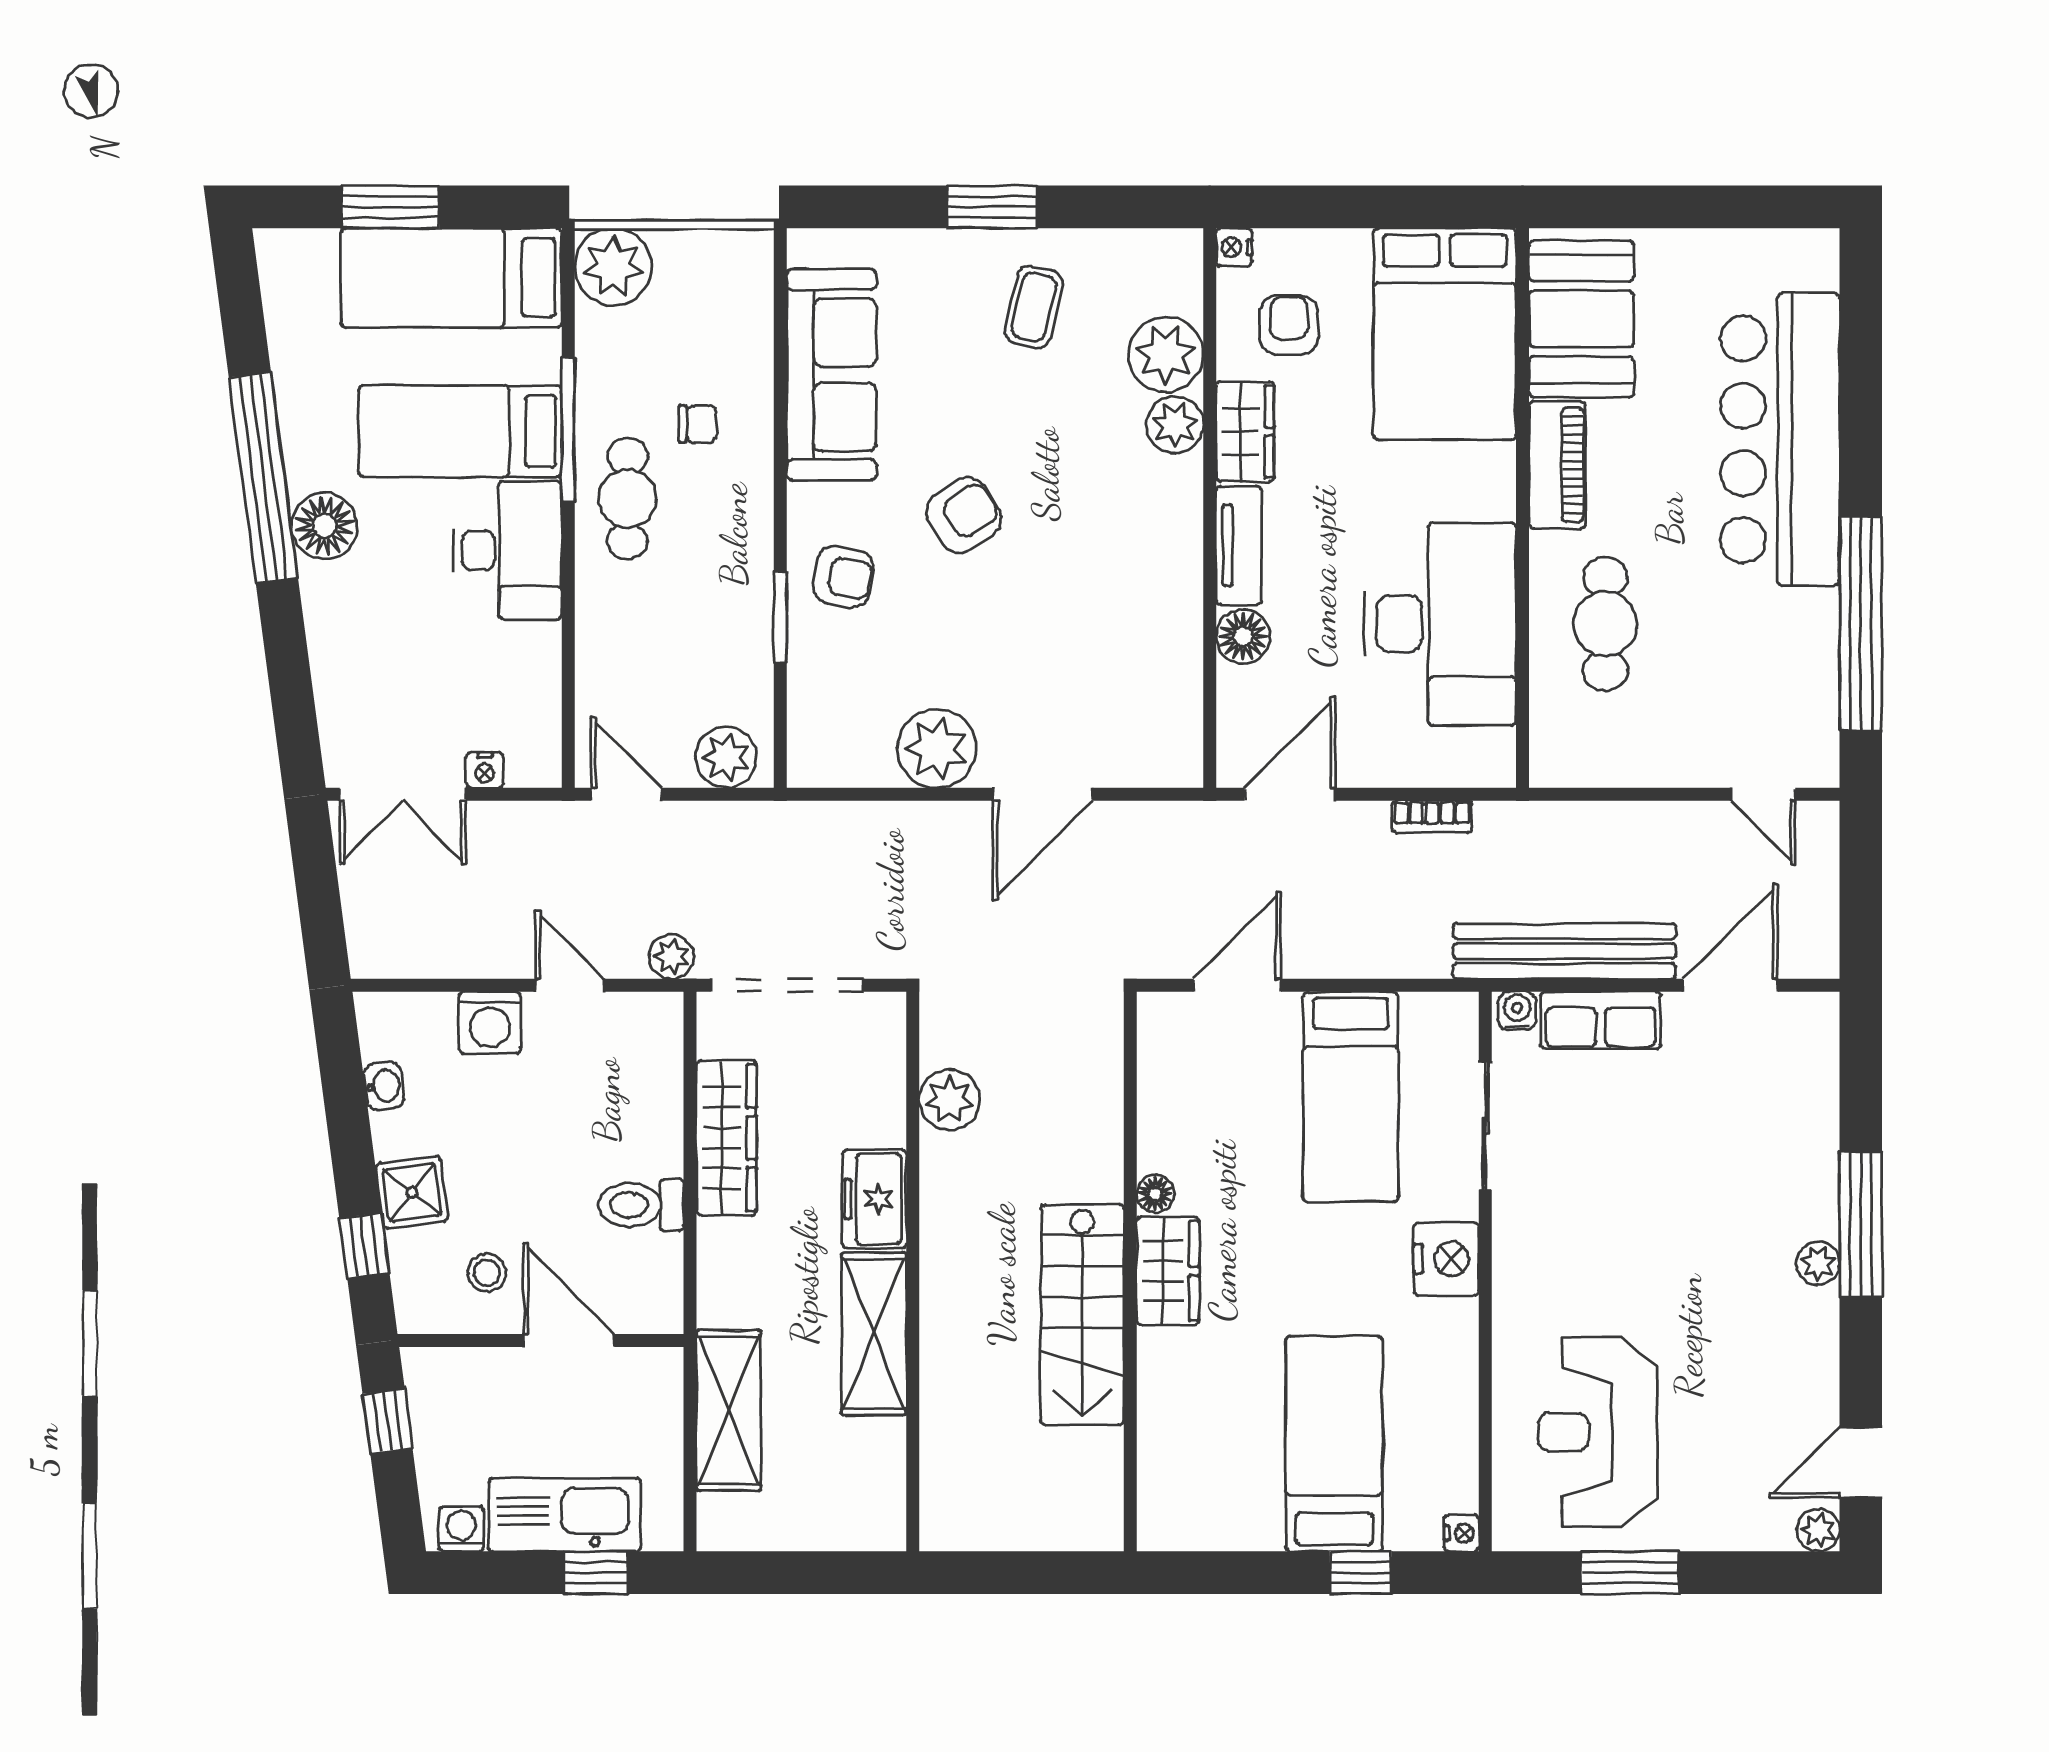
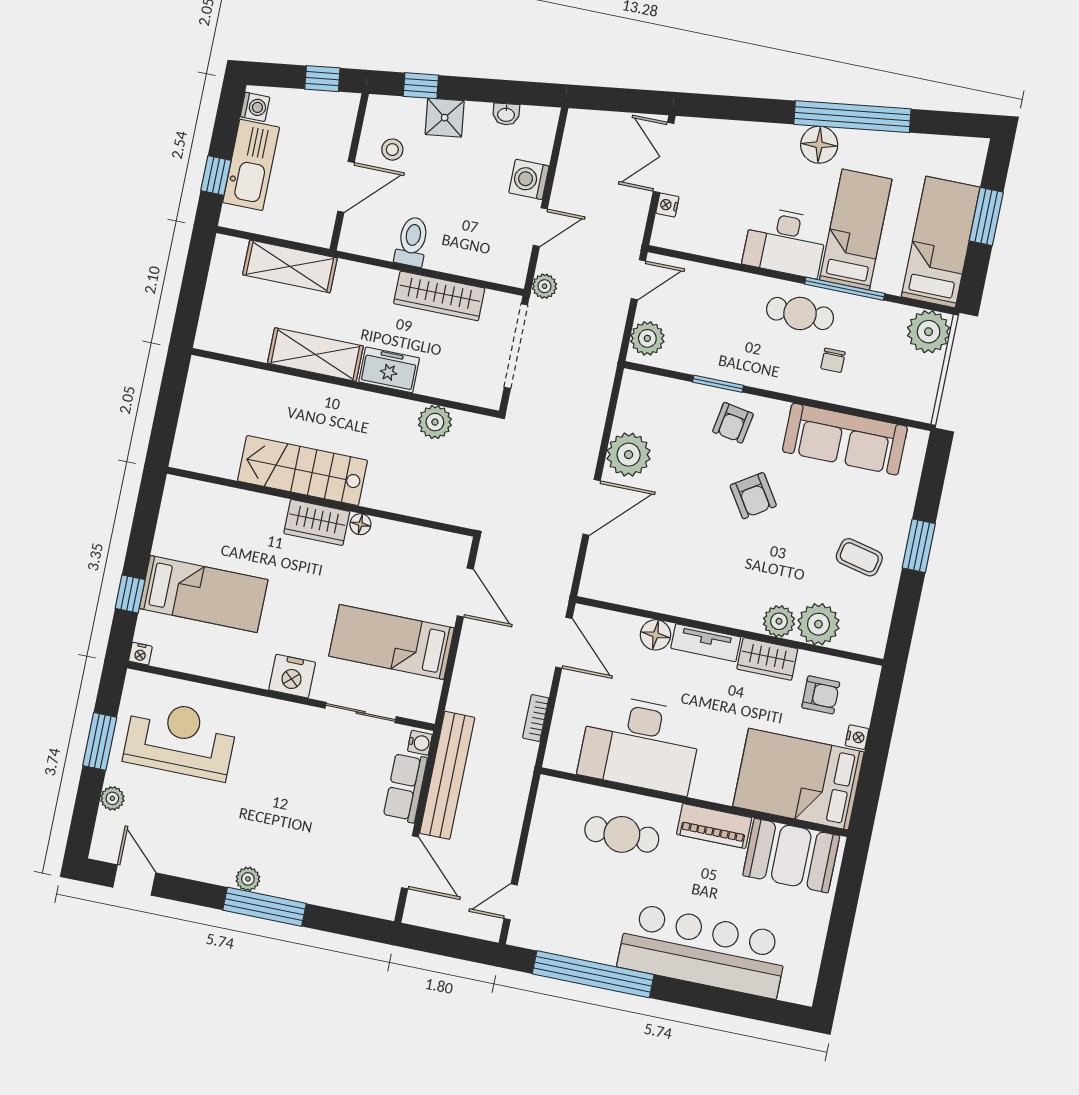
nightstand: (1234, 247) -> (857, 737), moved, turned 90
door: (1043, 794) -> (592, 507), swing flipped
plant: (1818, 1530) -> (112, 798), moved

